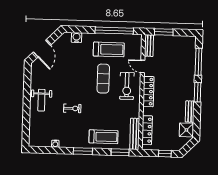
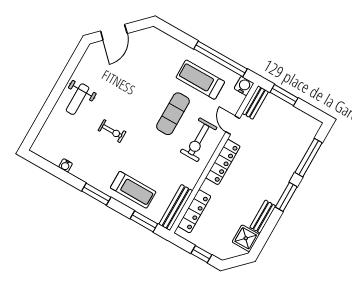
water cooler: (77, 37) -> (244, 86), moved
treadmill: (109, 49) -> (200, 80), turned 180

